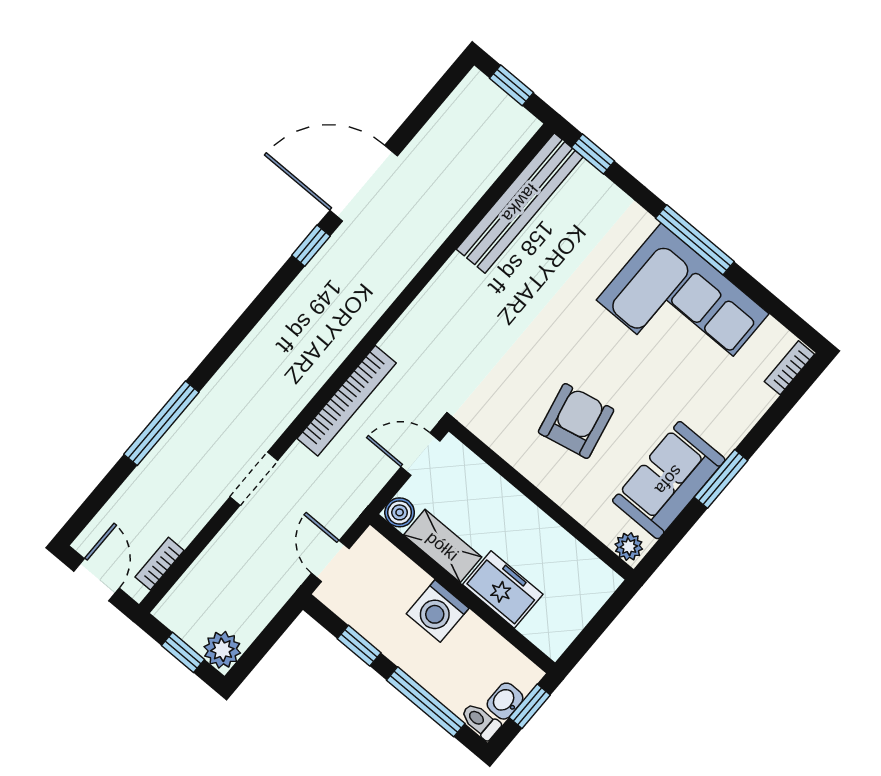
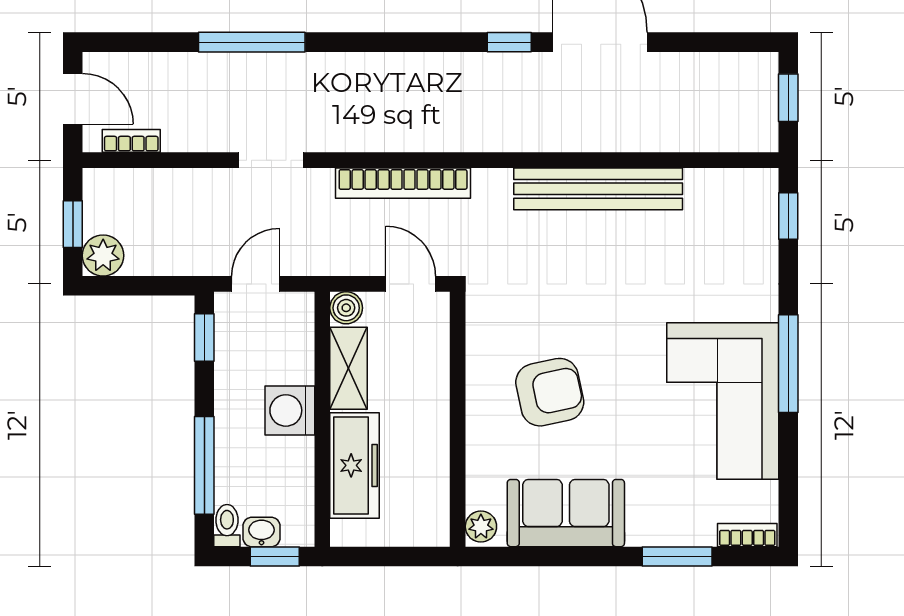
bench: (520, 203) -> (598, 189), moved
window: (721, 479) -> (677, 557), moved
door: (97, 580) -> (73, 99), hinge flipped
freezer: (503, 589) -> (355, 465), width x1.40
window: (359, 646) -> (204, 337), moved

